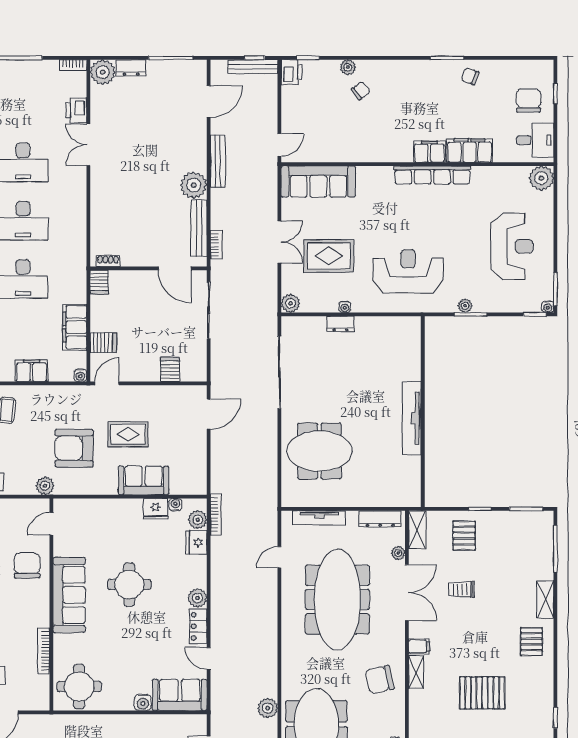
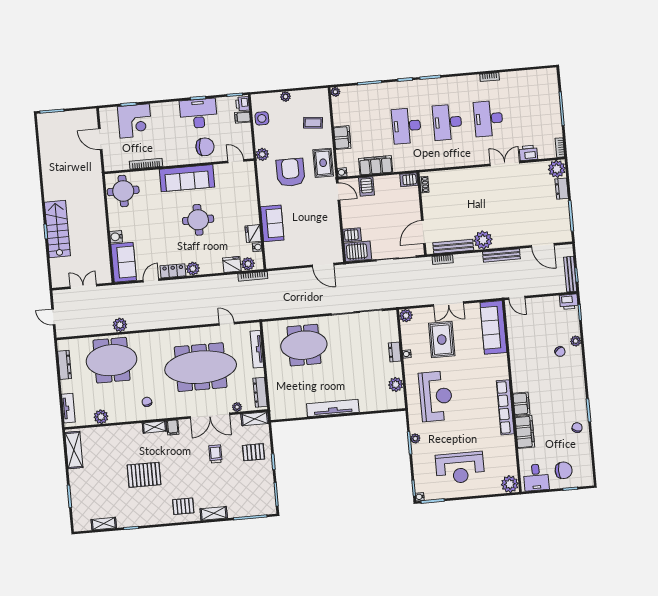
plant: (386, 327) -> (396, 384), added
server rack: (194, 363) -> (358, 251), added
rug: (128, 434) -> (323, 163), moved
meeting table: (319, 451) -> (304, 345), turned 90
chair: (380, 680) -> (147, 402), width x0.54, depth x0.54
pallet: (482, 693) -> (144, 475), turned 90

